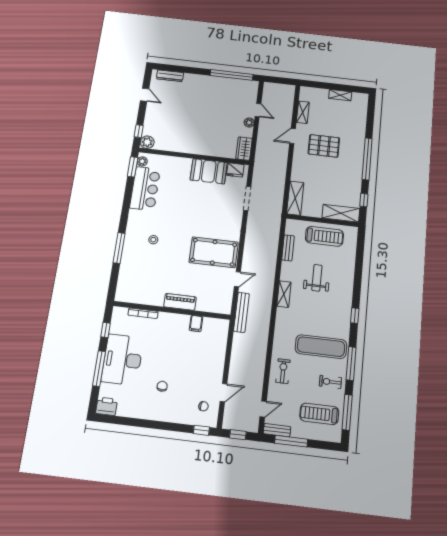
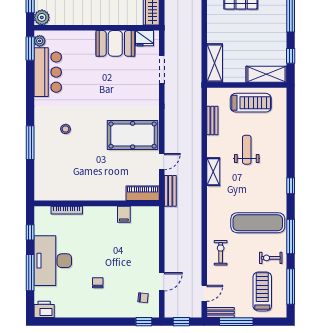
piano: (180, 302) -> (143, 193), moved
bench: (241, 312) -> (170, 191), width x0.73
treadmill: (319, 414) -> (262, 291), turned 90

